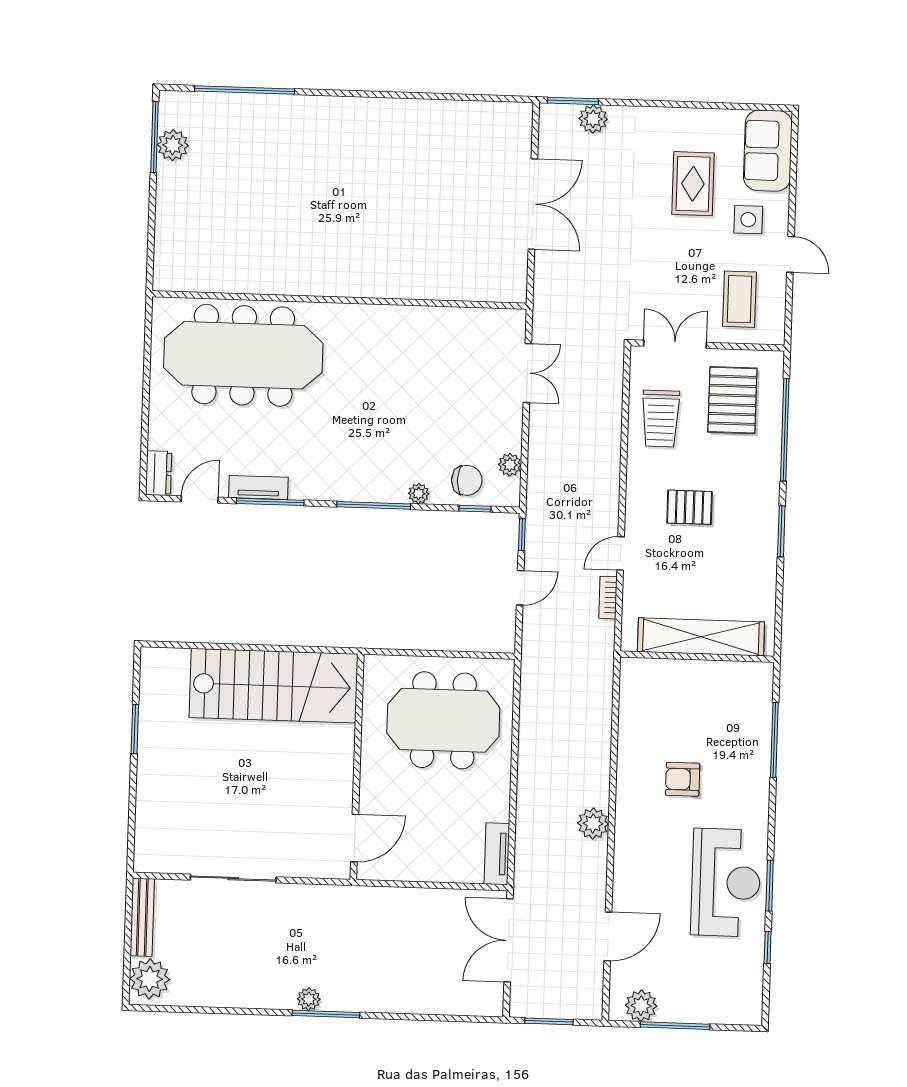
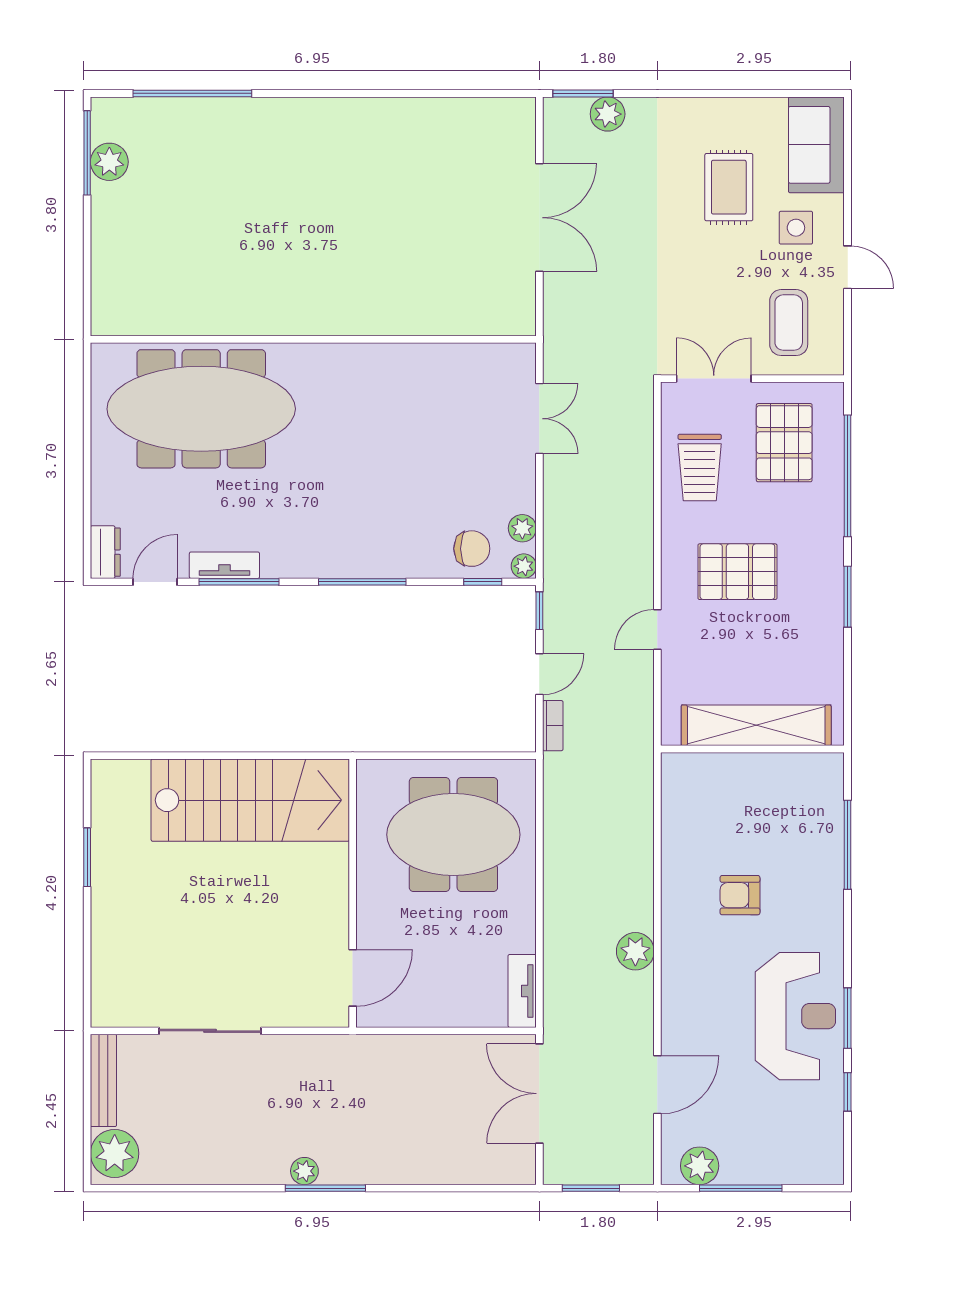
plant: (419, 494) -> (524, 566), moved
pallet: (689, 507) -> (737, 572), width x1.50, depth x1.42
bookcase: (608, 598) -> (553, 726), moved, turned 180

